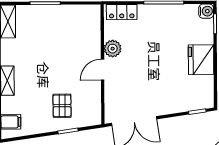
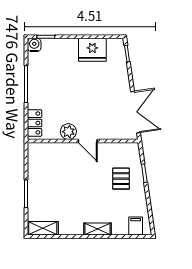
fridge: (201, 60) -> (92, 50), moved
pallet: (62, 106) -> (121, 179), turned 90

